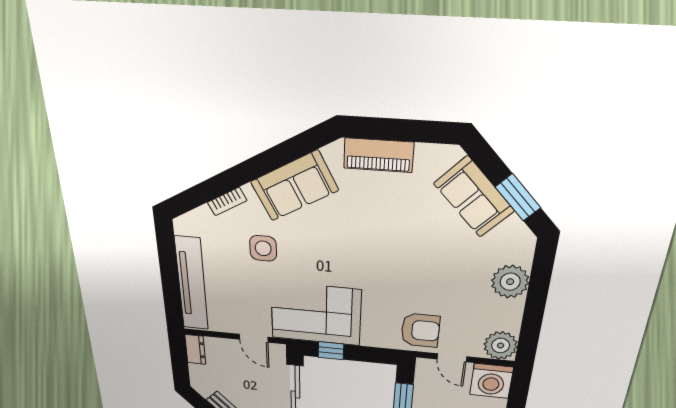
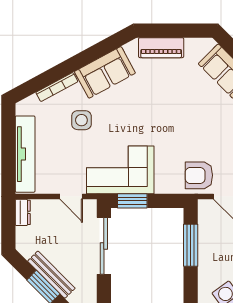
bookcase: (227, 201) -> (57, 87), width x1.56
armchair: (420, 330) -> (199, 175), turned 180
window: (331, 351) -> (132, 201), width x1.50

